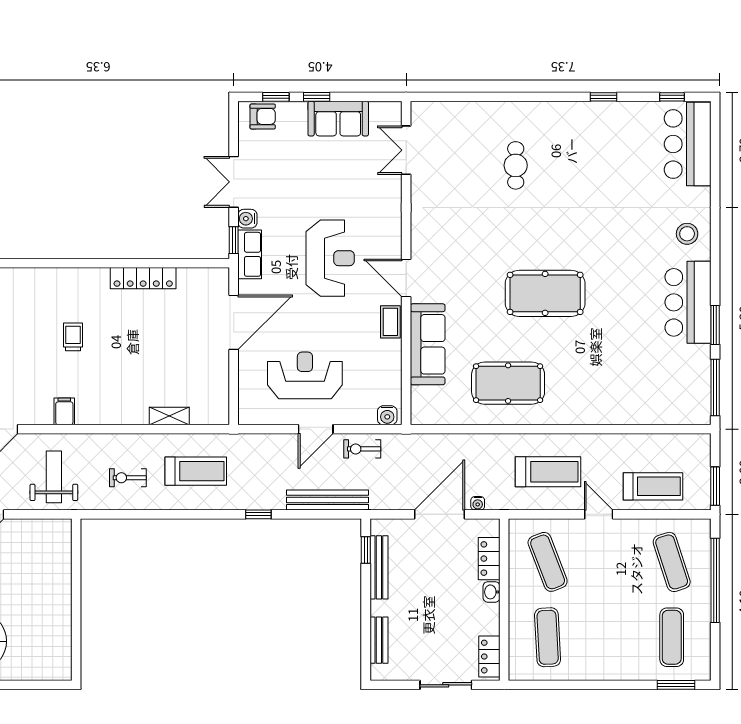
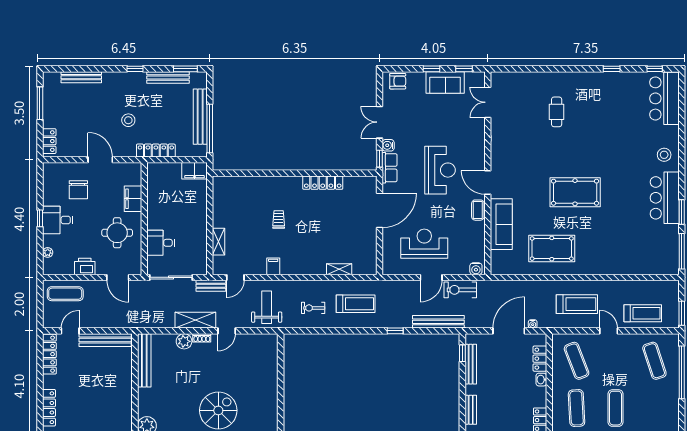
window: (276, 97) -> (464, 69), moved
exercise bike: (362, 449) -> (460, 290), width x1.38, depth x1.39
exercise mat: (672, 637) -> (616, 408), moved

